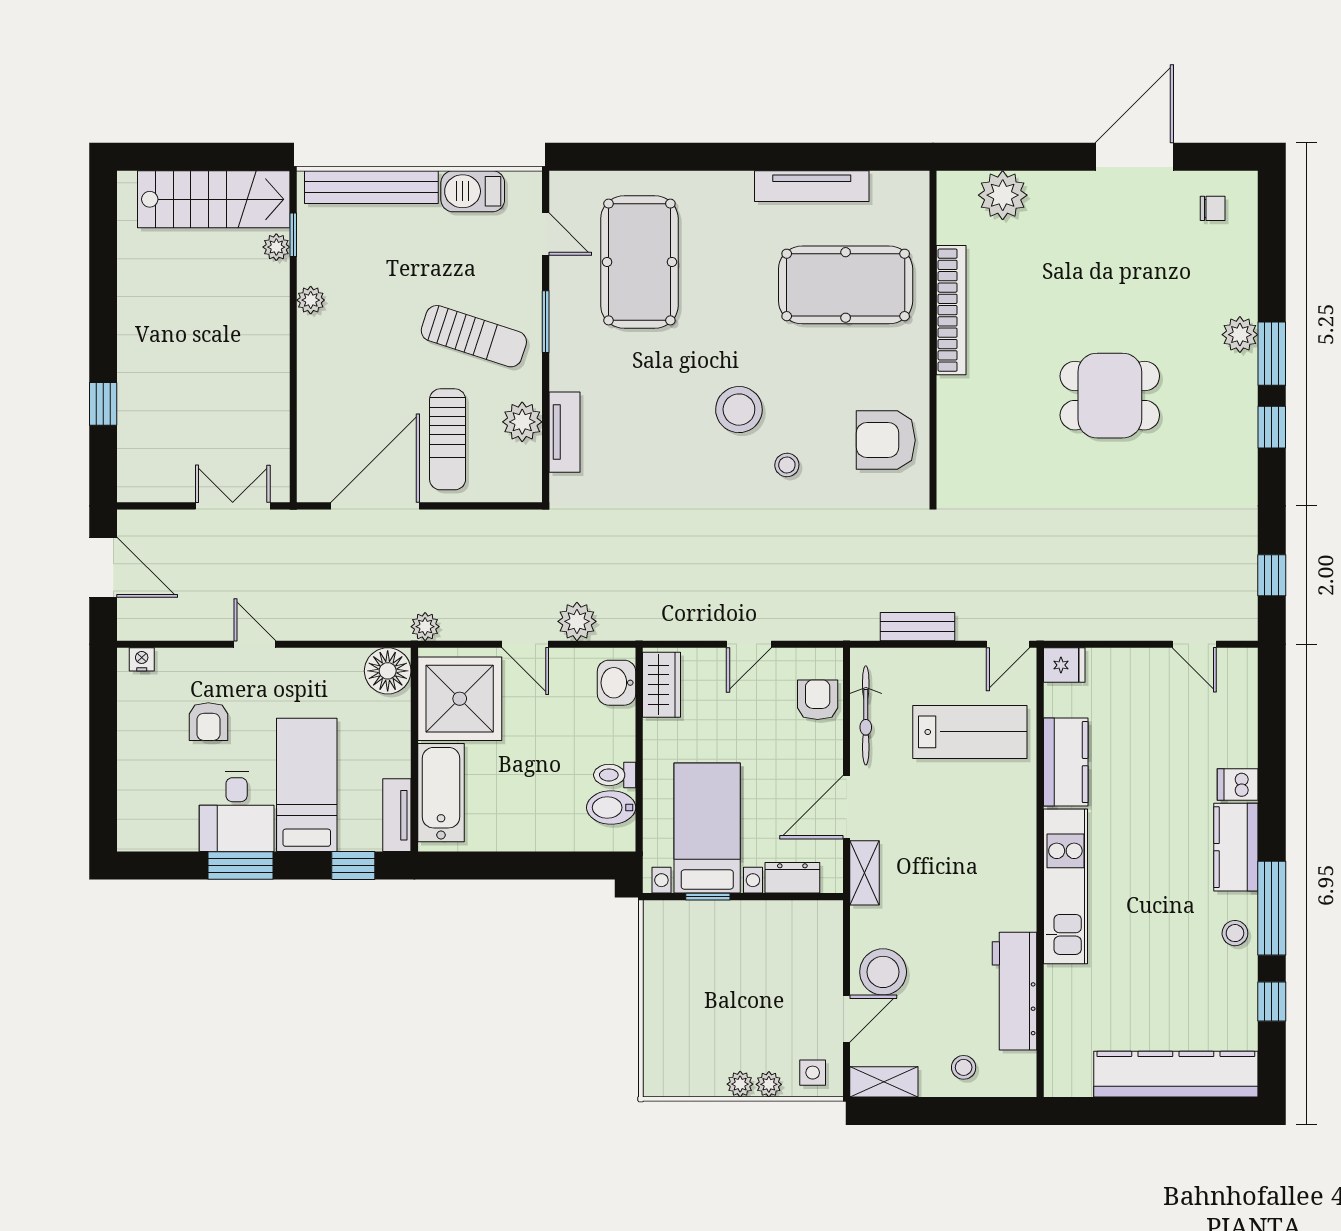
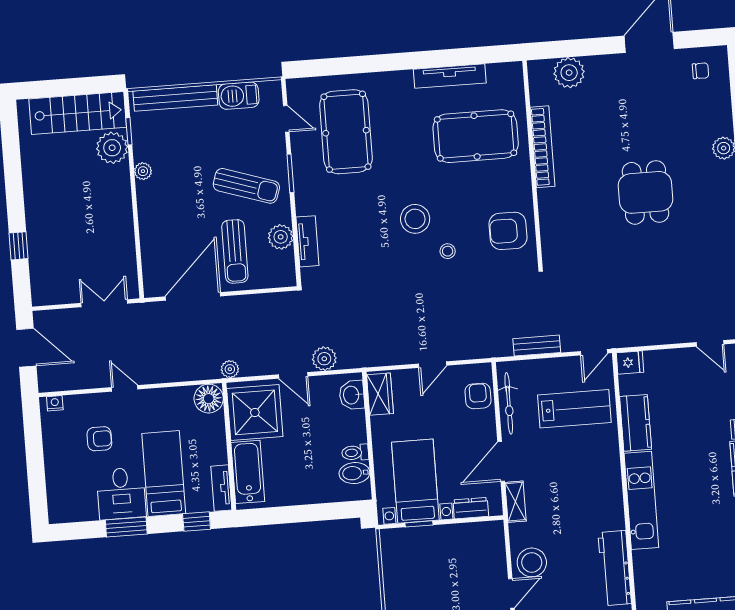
plant: (276, 247) -> (112, 148), width x1.88, depth x1.88
dining table: (1110, 396) -> (645, 192), turned 90
armchair: (208, 722) -> (99, 439), turned -90

